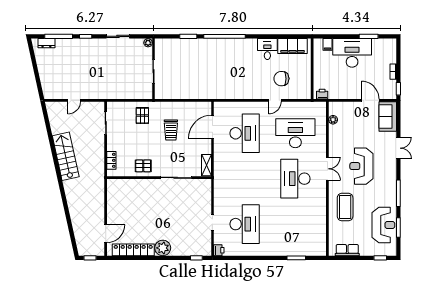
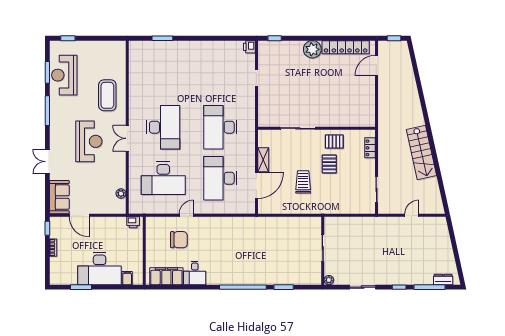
pallet: (142, 116) -> (329, 164), moved
shelving: (206, 165) -> (263, 160), moved
desk: (245, 224) -> (220, 127), moved
row of seats: (347, 250) -> (105, 47), removed

